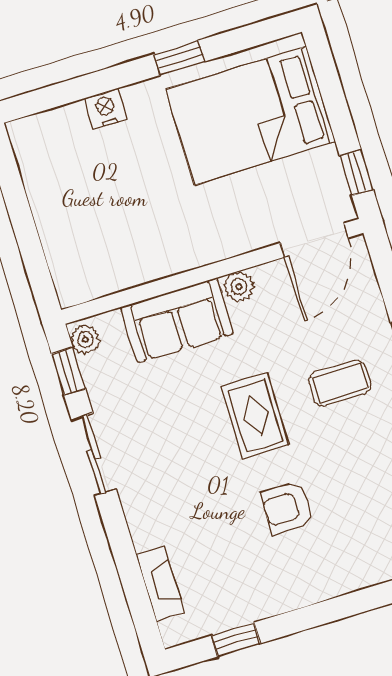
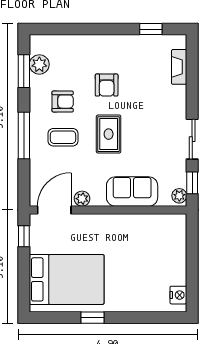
nightstand: (106, 109) -> (178, 295), moved, turned -90
plant: (239, 287) -> (82, 199), moved
armchair: (361, 451) -> (63, 102), added
armchair: (287, 507) -> (107, 85), turned 90

